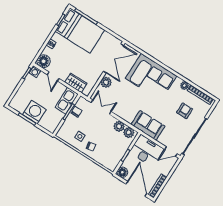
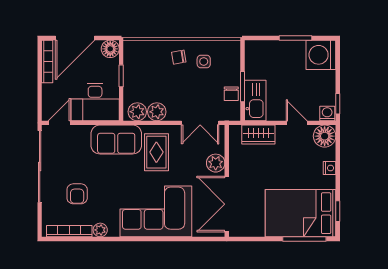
rug: (132, 106) -> (156, 152), added
washing machine: (34, 112) -> (321, 55), moved, turned 90
door: (136, 189) -> (75, 38), hinge flipped

